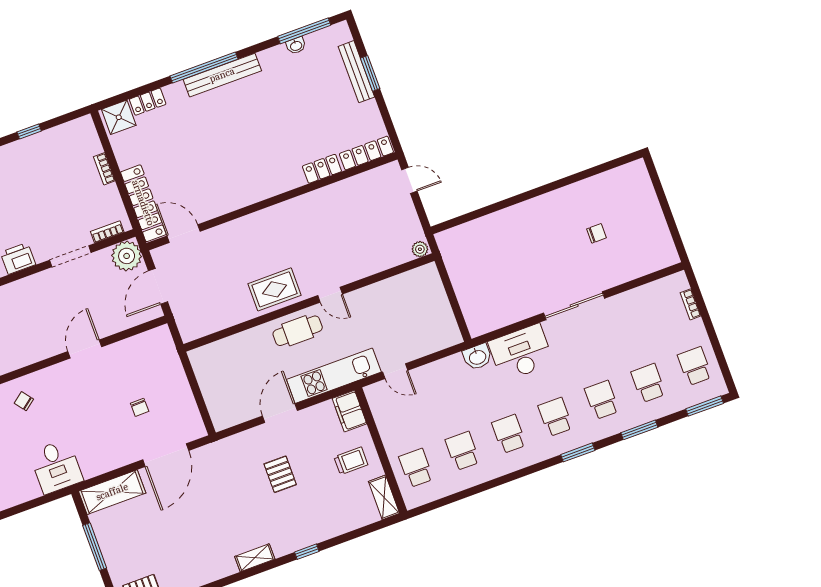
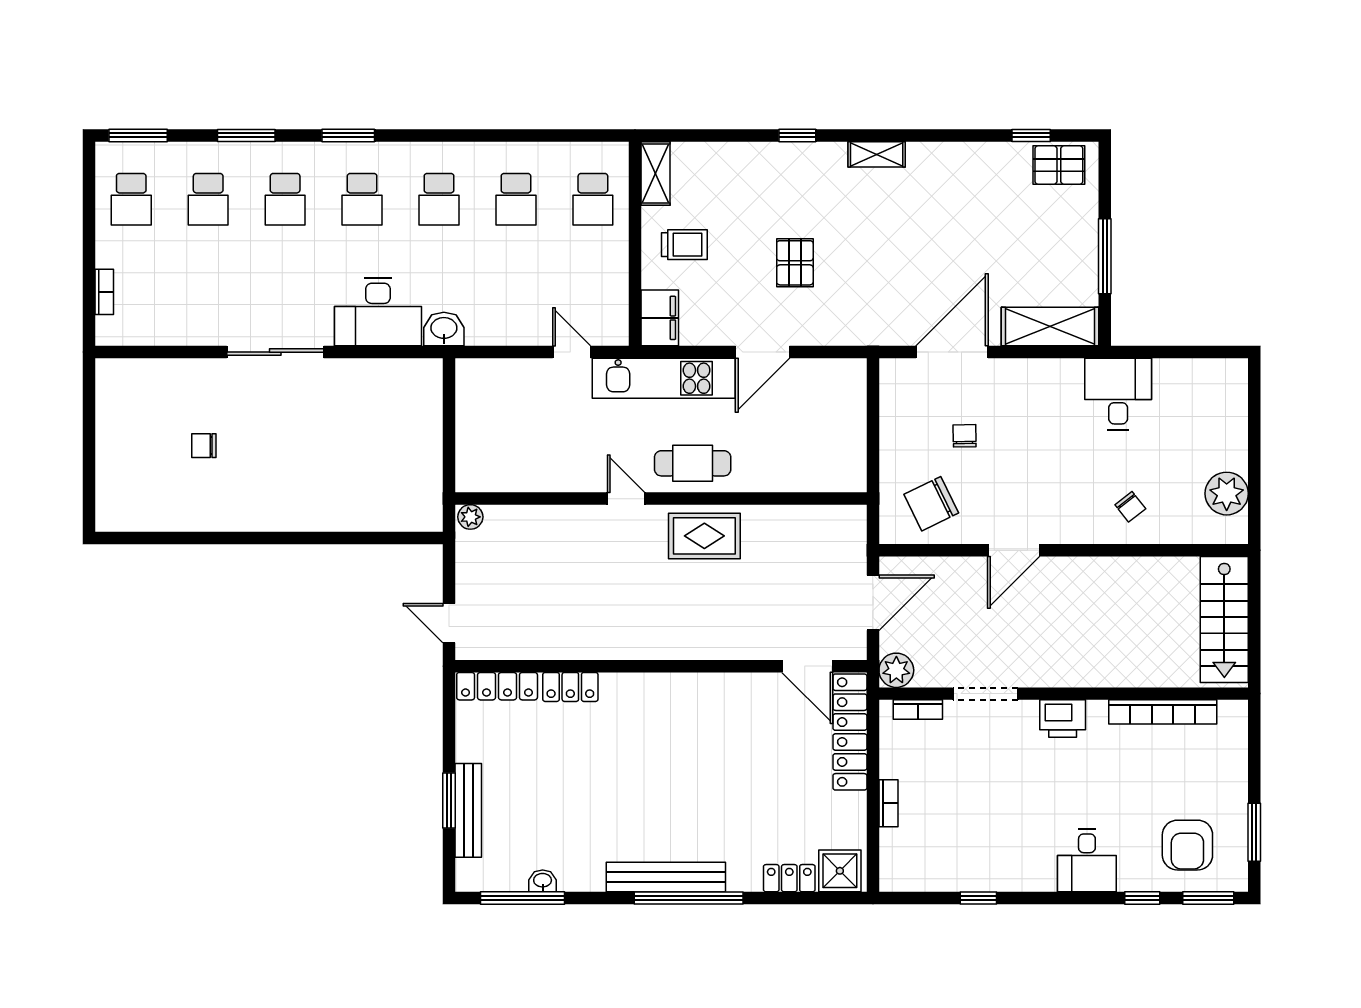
plant: (127, 256) -> (896, 670), width x0.73, depth x0.73
chair: (145, 359) -> (931, 504), added
trolley: (351, 461) -> (684, 245), turned 180

